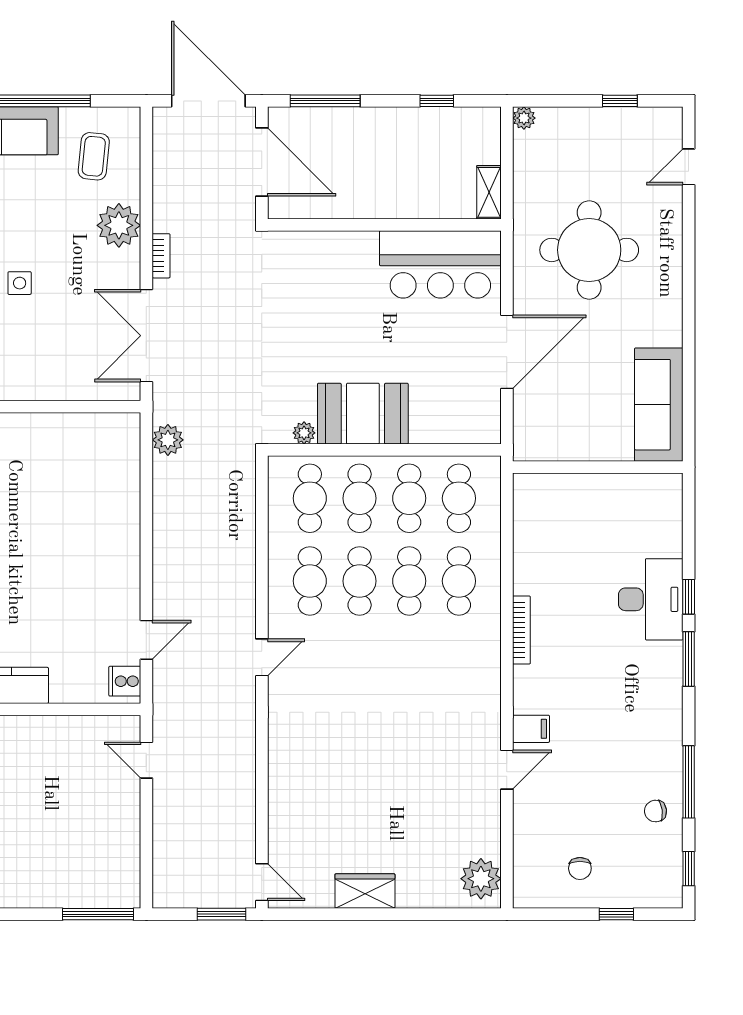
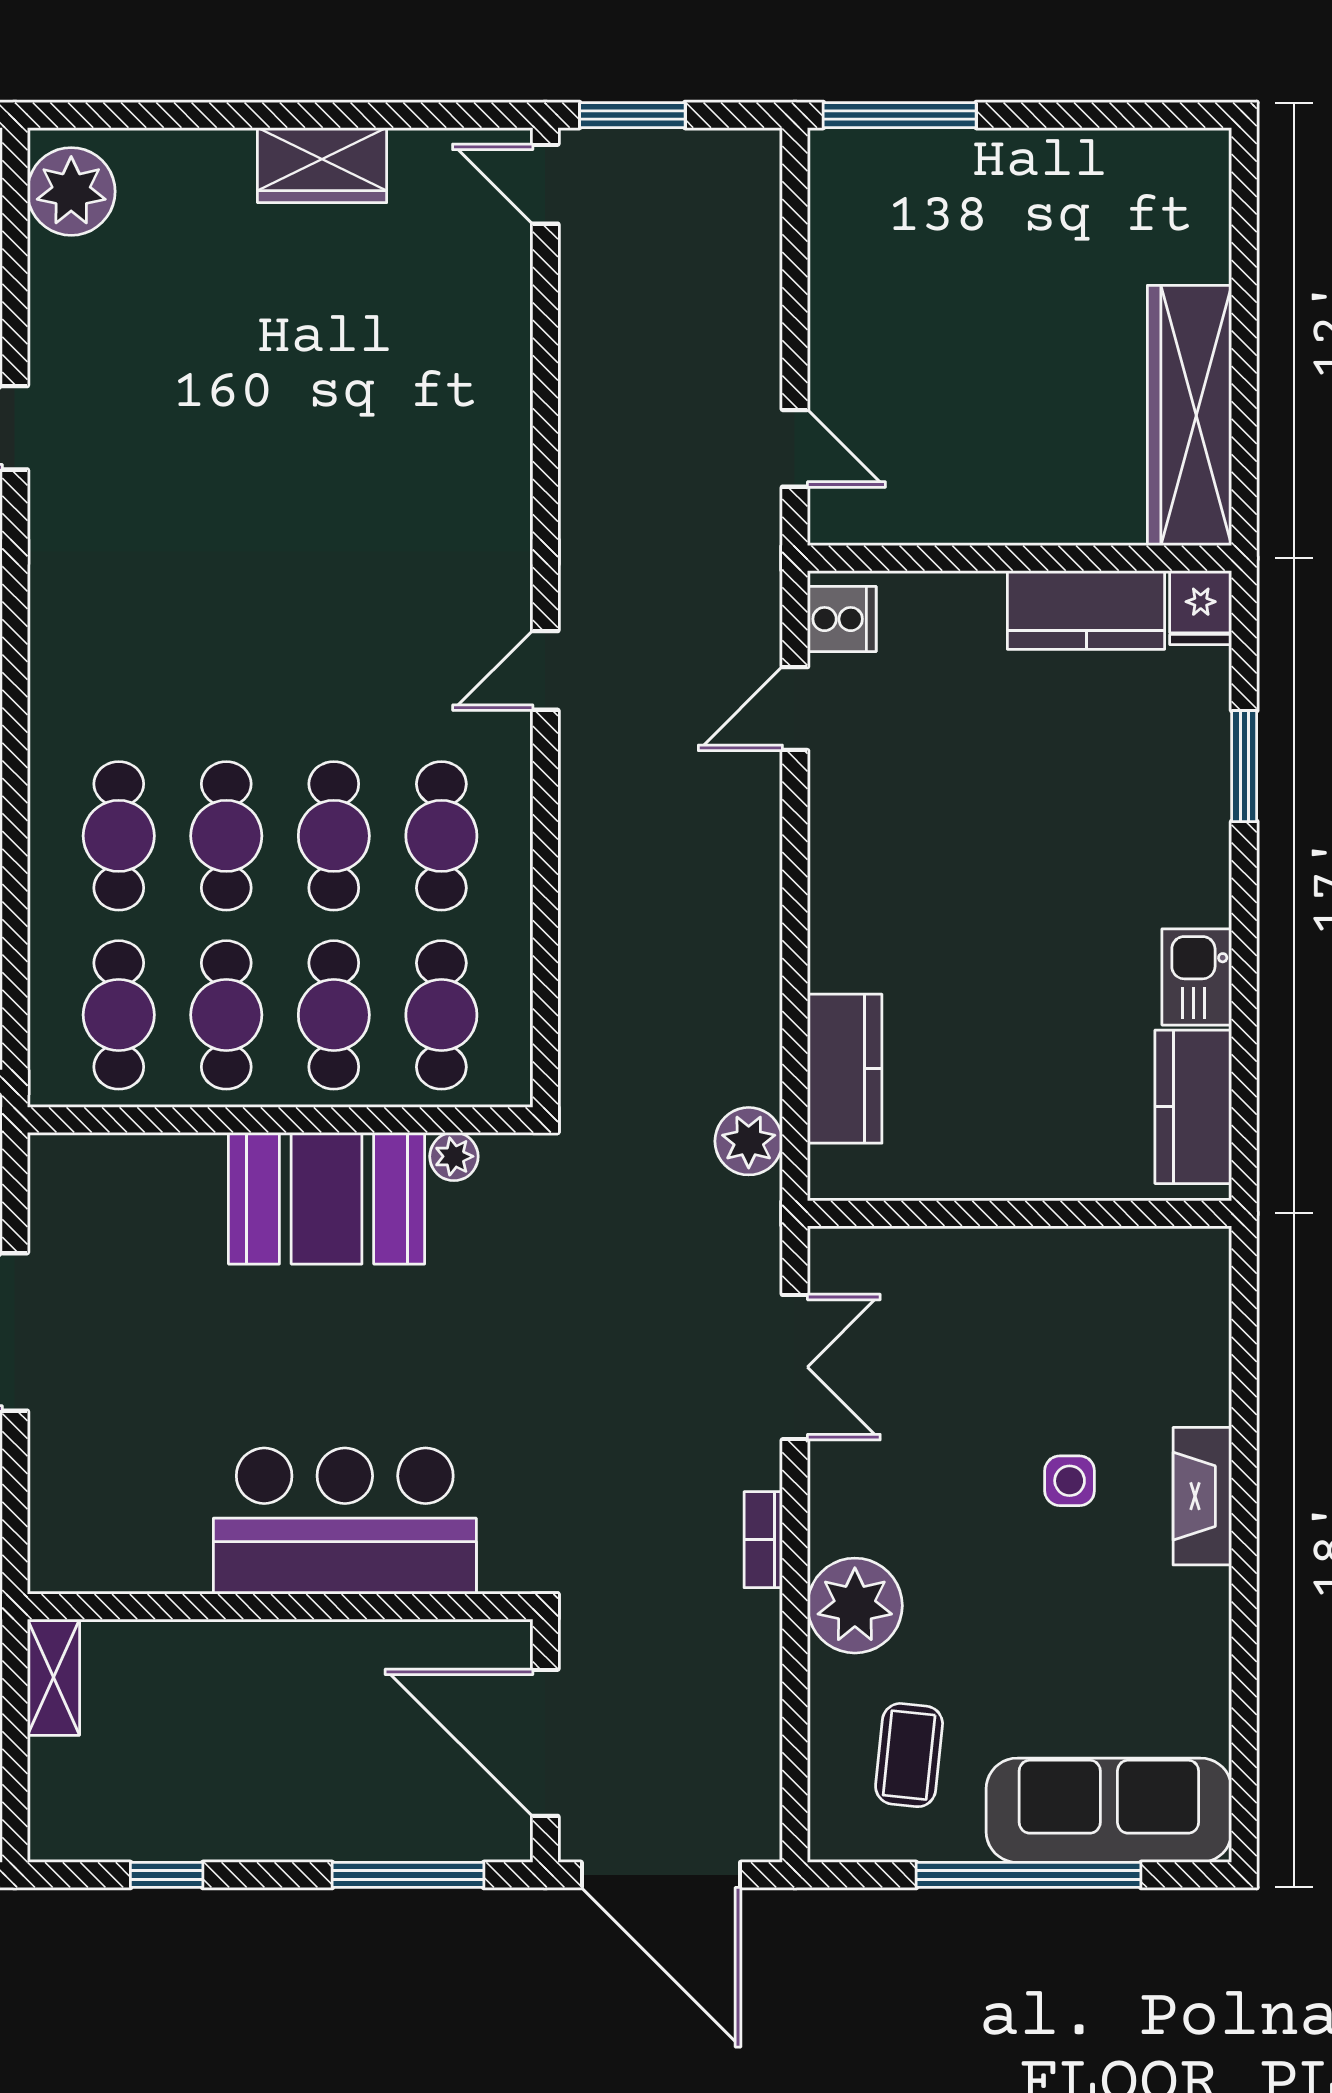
bar counter: (440, 264) -> (345, 1521), moved
double door: (146, 336) -> (795, 1367), width x0.73
kitchen counter: (123, 473) -> (845, 1069), added

